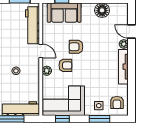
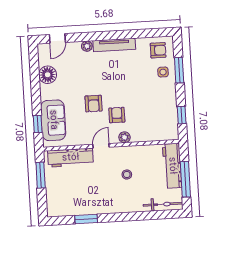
door: (131, 32) -> (57, 38), moved
corner sofa: (64, 101) -> (160, 115), removed

